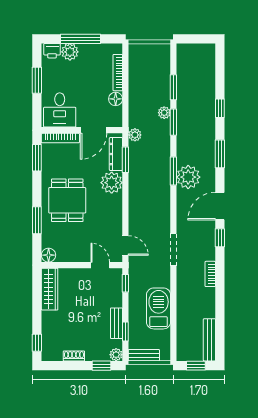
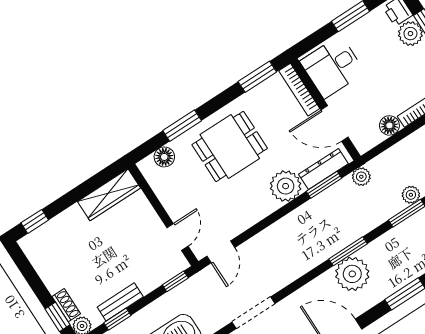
floor lamp: (49, 255) -> (164, 157), moved
shoe rack: (74, 356) -> (66, 305), moved

